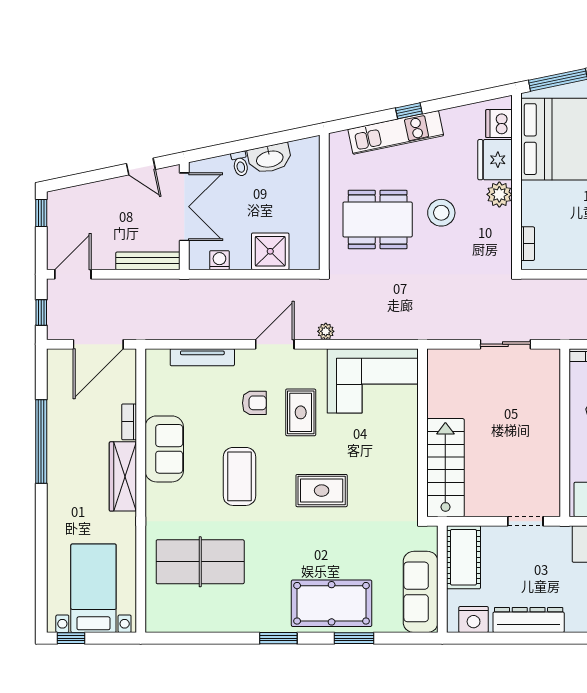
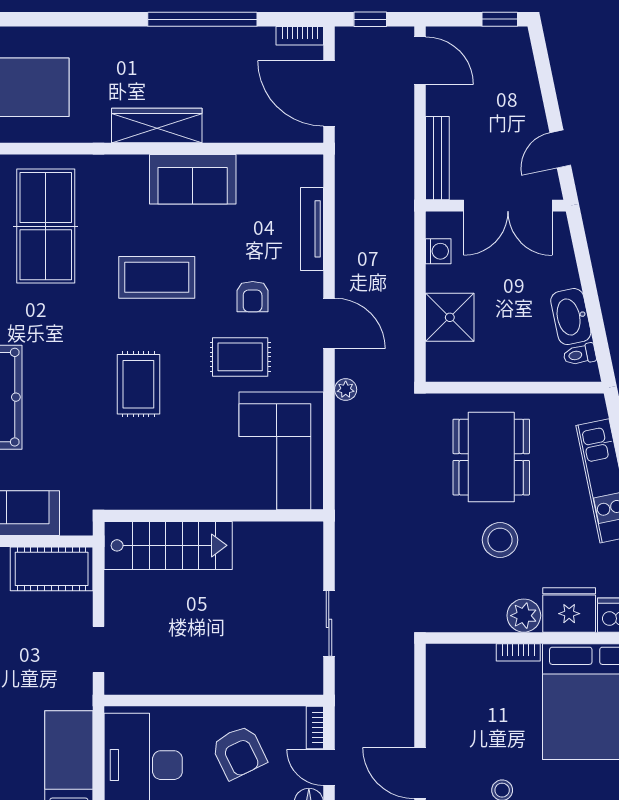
toilet: (240, 164) -> (580, 355), moved
bookcase: (528, 244) -> (518, 652), moved
bookcase: (129, 422) -> (300, 36), moved, turned 180

